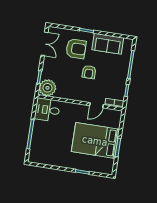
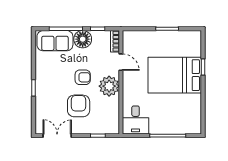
sofa: (108, 44) -> (55, 41), moved, turned 90
armchair: (76, 49) -> (79, 106), moved
floor lamp: (120, 77) -> (83, 39), added
plant: (47, 88) -> (109, 86), moved
bed: (95, 140) -> (175, 75), moved, turned 90

